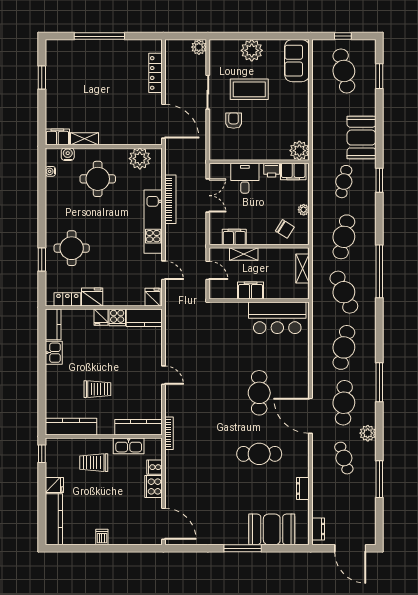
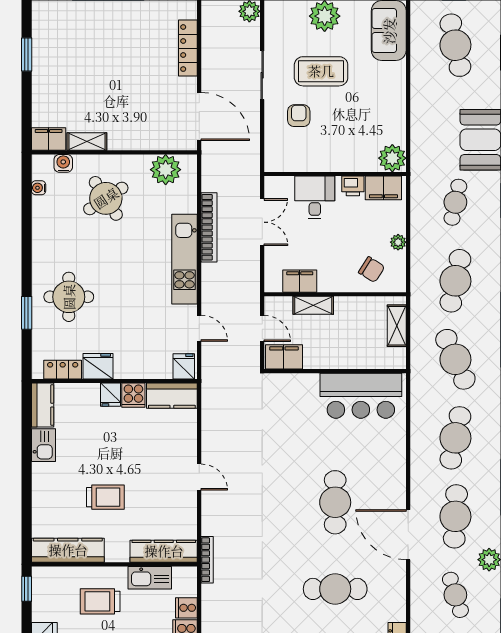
round table: (98, 179) -> (106, 198), turned -33
filing cabinet: (251, 290) -> (284, 357), moved

